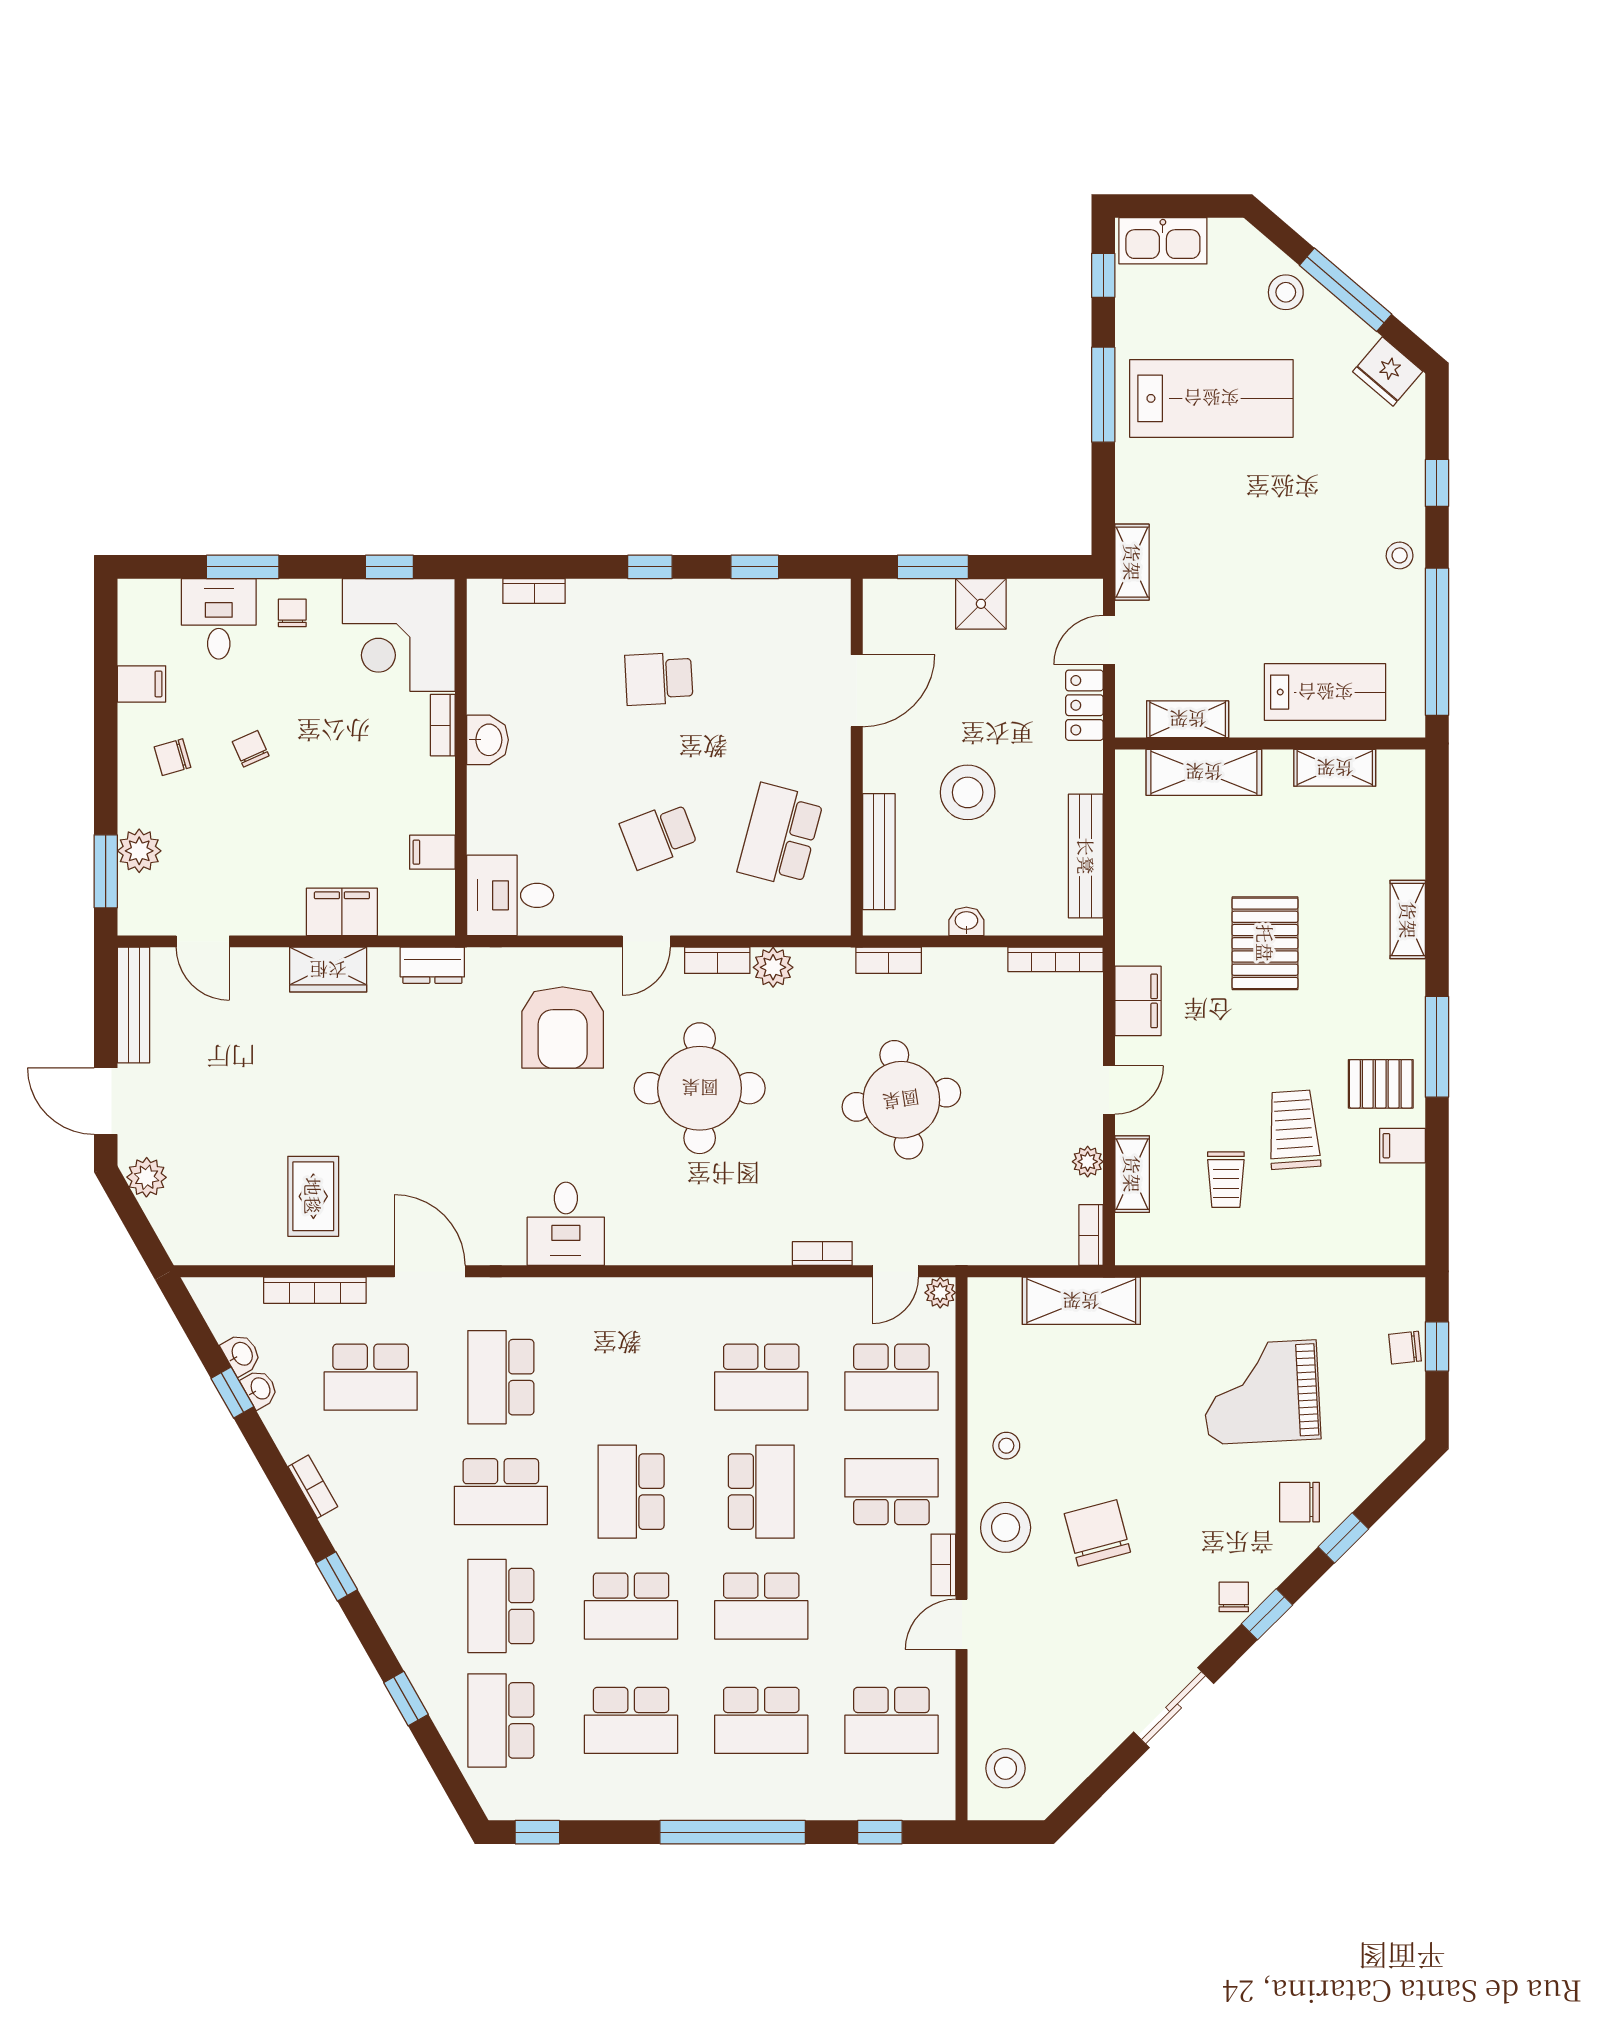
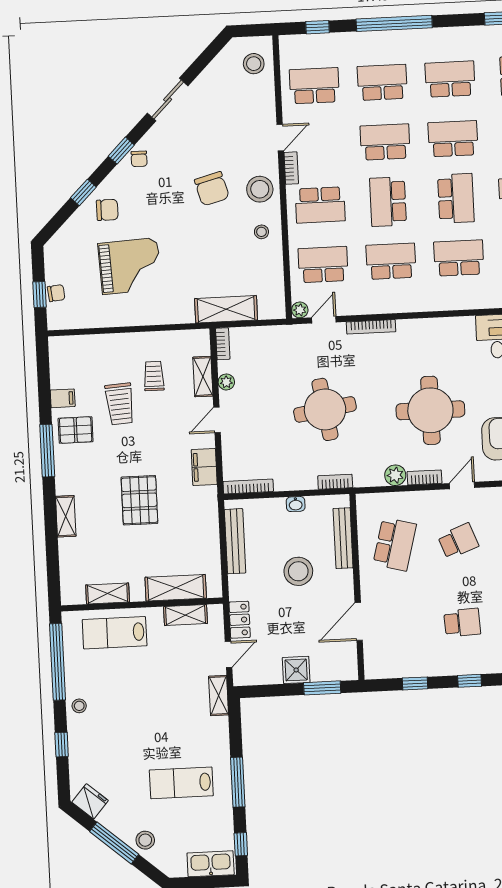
lab bench: (1211, 398) -> (181, 783), width x0.73, depth x0.72
bookcase: (822, 1254) -> (371, 327), width x1.56
school desk: (631, 1377) -> (459, 258), added

